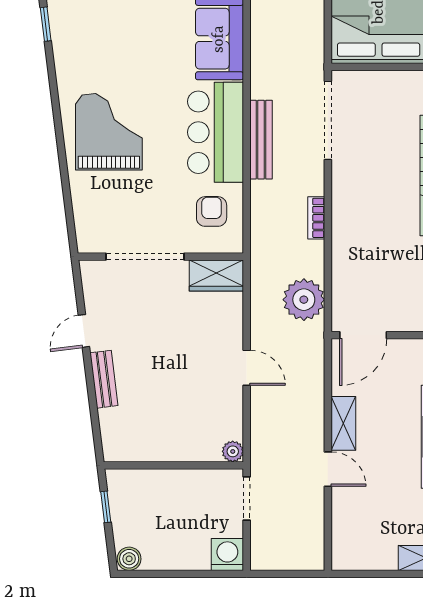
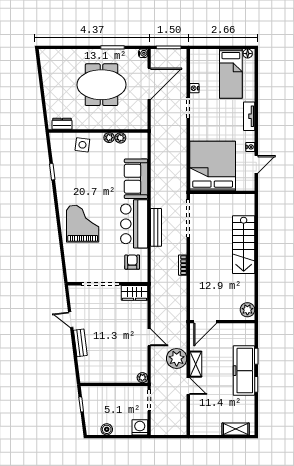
plant: (304, 300) -> (177, 358), moved
door: (84, 331) -> (71, 320), hinge flipped
boiler: (129, 559) -> (107, 429), moved

